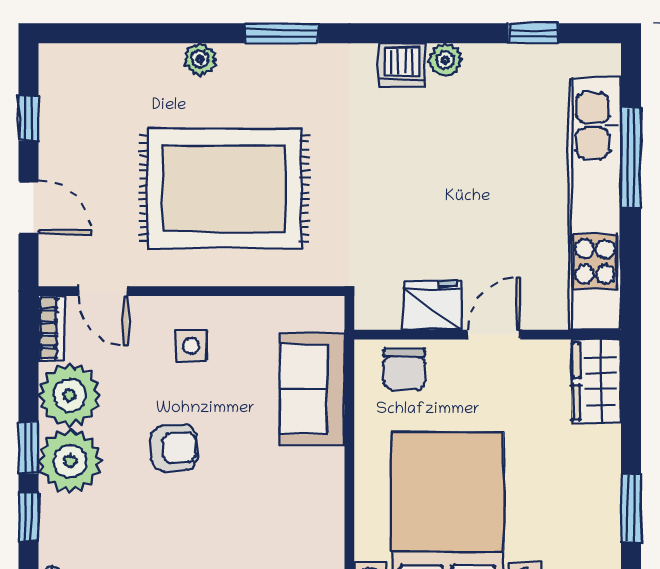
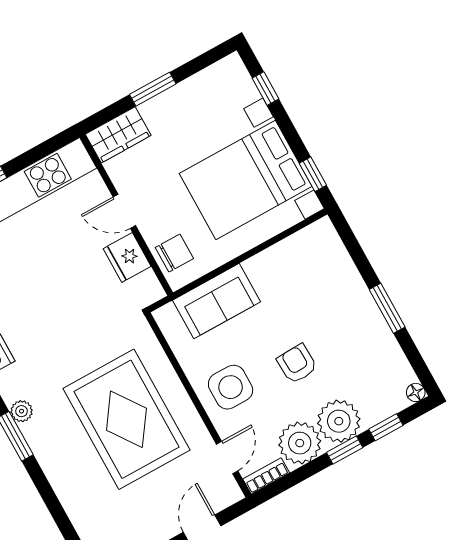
plant: (200, 59) -> (22, 411), moved
side table: (191, 346) -> (231, 387), width x1.87, depth x1.87
window: (631, 508) -> (153, 89), moved

